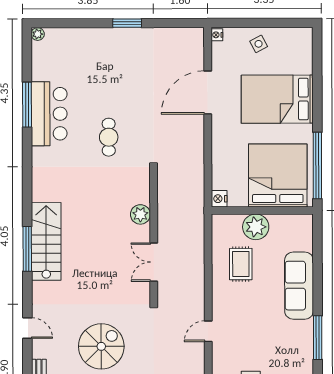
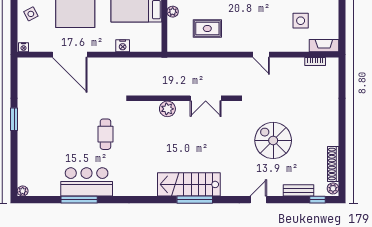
cafe table: (109, 137) -> (105, 134), turned 90
nightstand: (219, 199) -> (123, 46), moved
plant: (256, 227) -> (173, 12), width x0.53, depth x0.53

